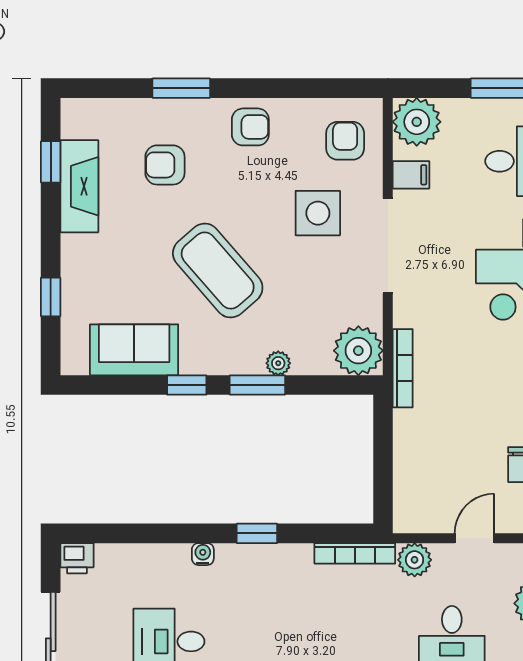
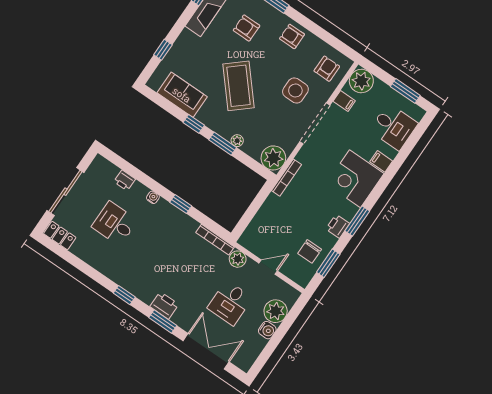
armchair: (250, 127) -> (292, 36), turned 180
printer: (77, 558) -> (125, 180), moved

